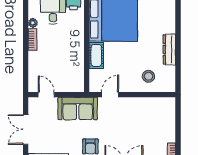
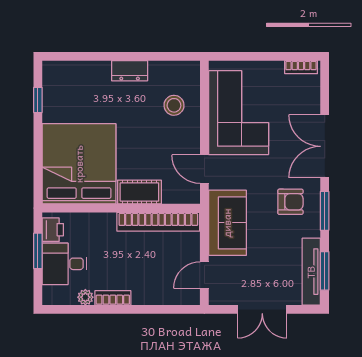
dresser: (169, 50) -> (130, 71), width x0.70
bookcase: (78, 67) -> (158, 222), added
corner sofa: (144, 115) -> (239, 113), added

